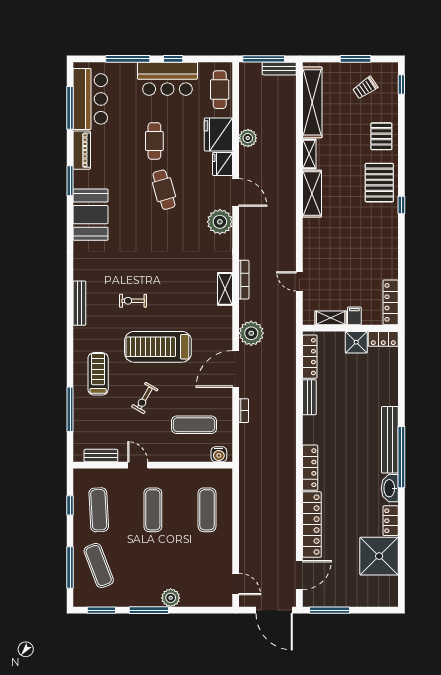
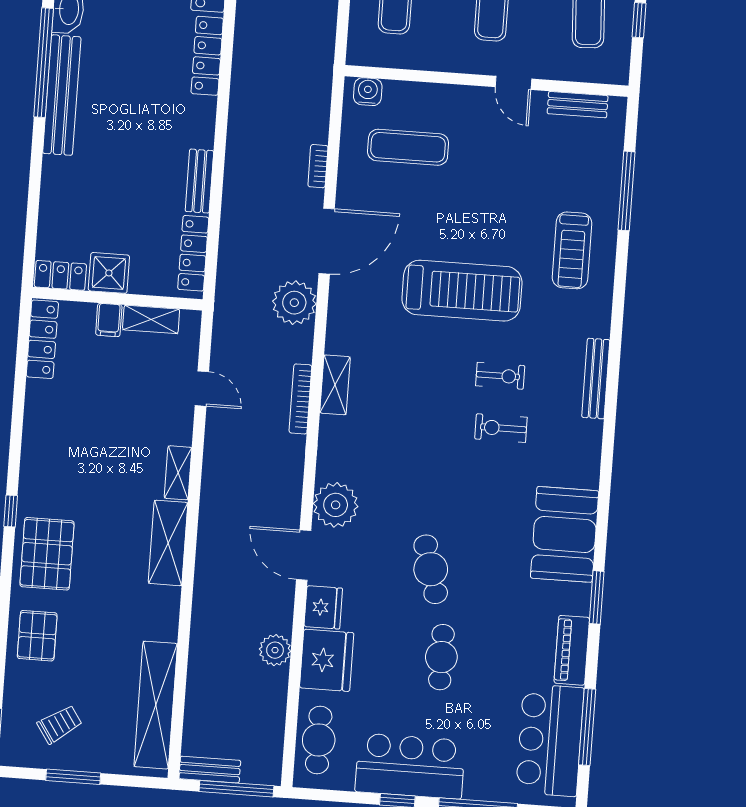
shelving: (309, 154) -> (178, 473), moved
exercise bike: (145, 398) -> (501, 428), moved, turned -120

